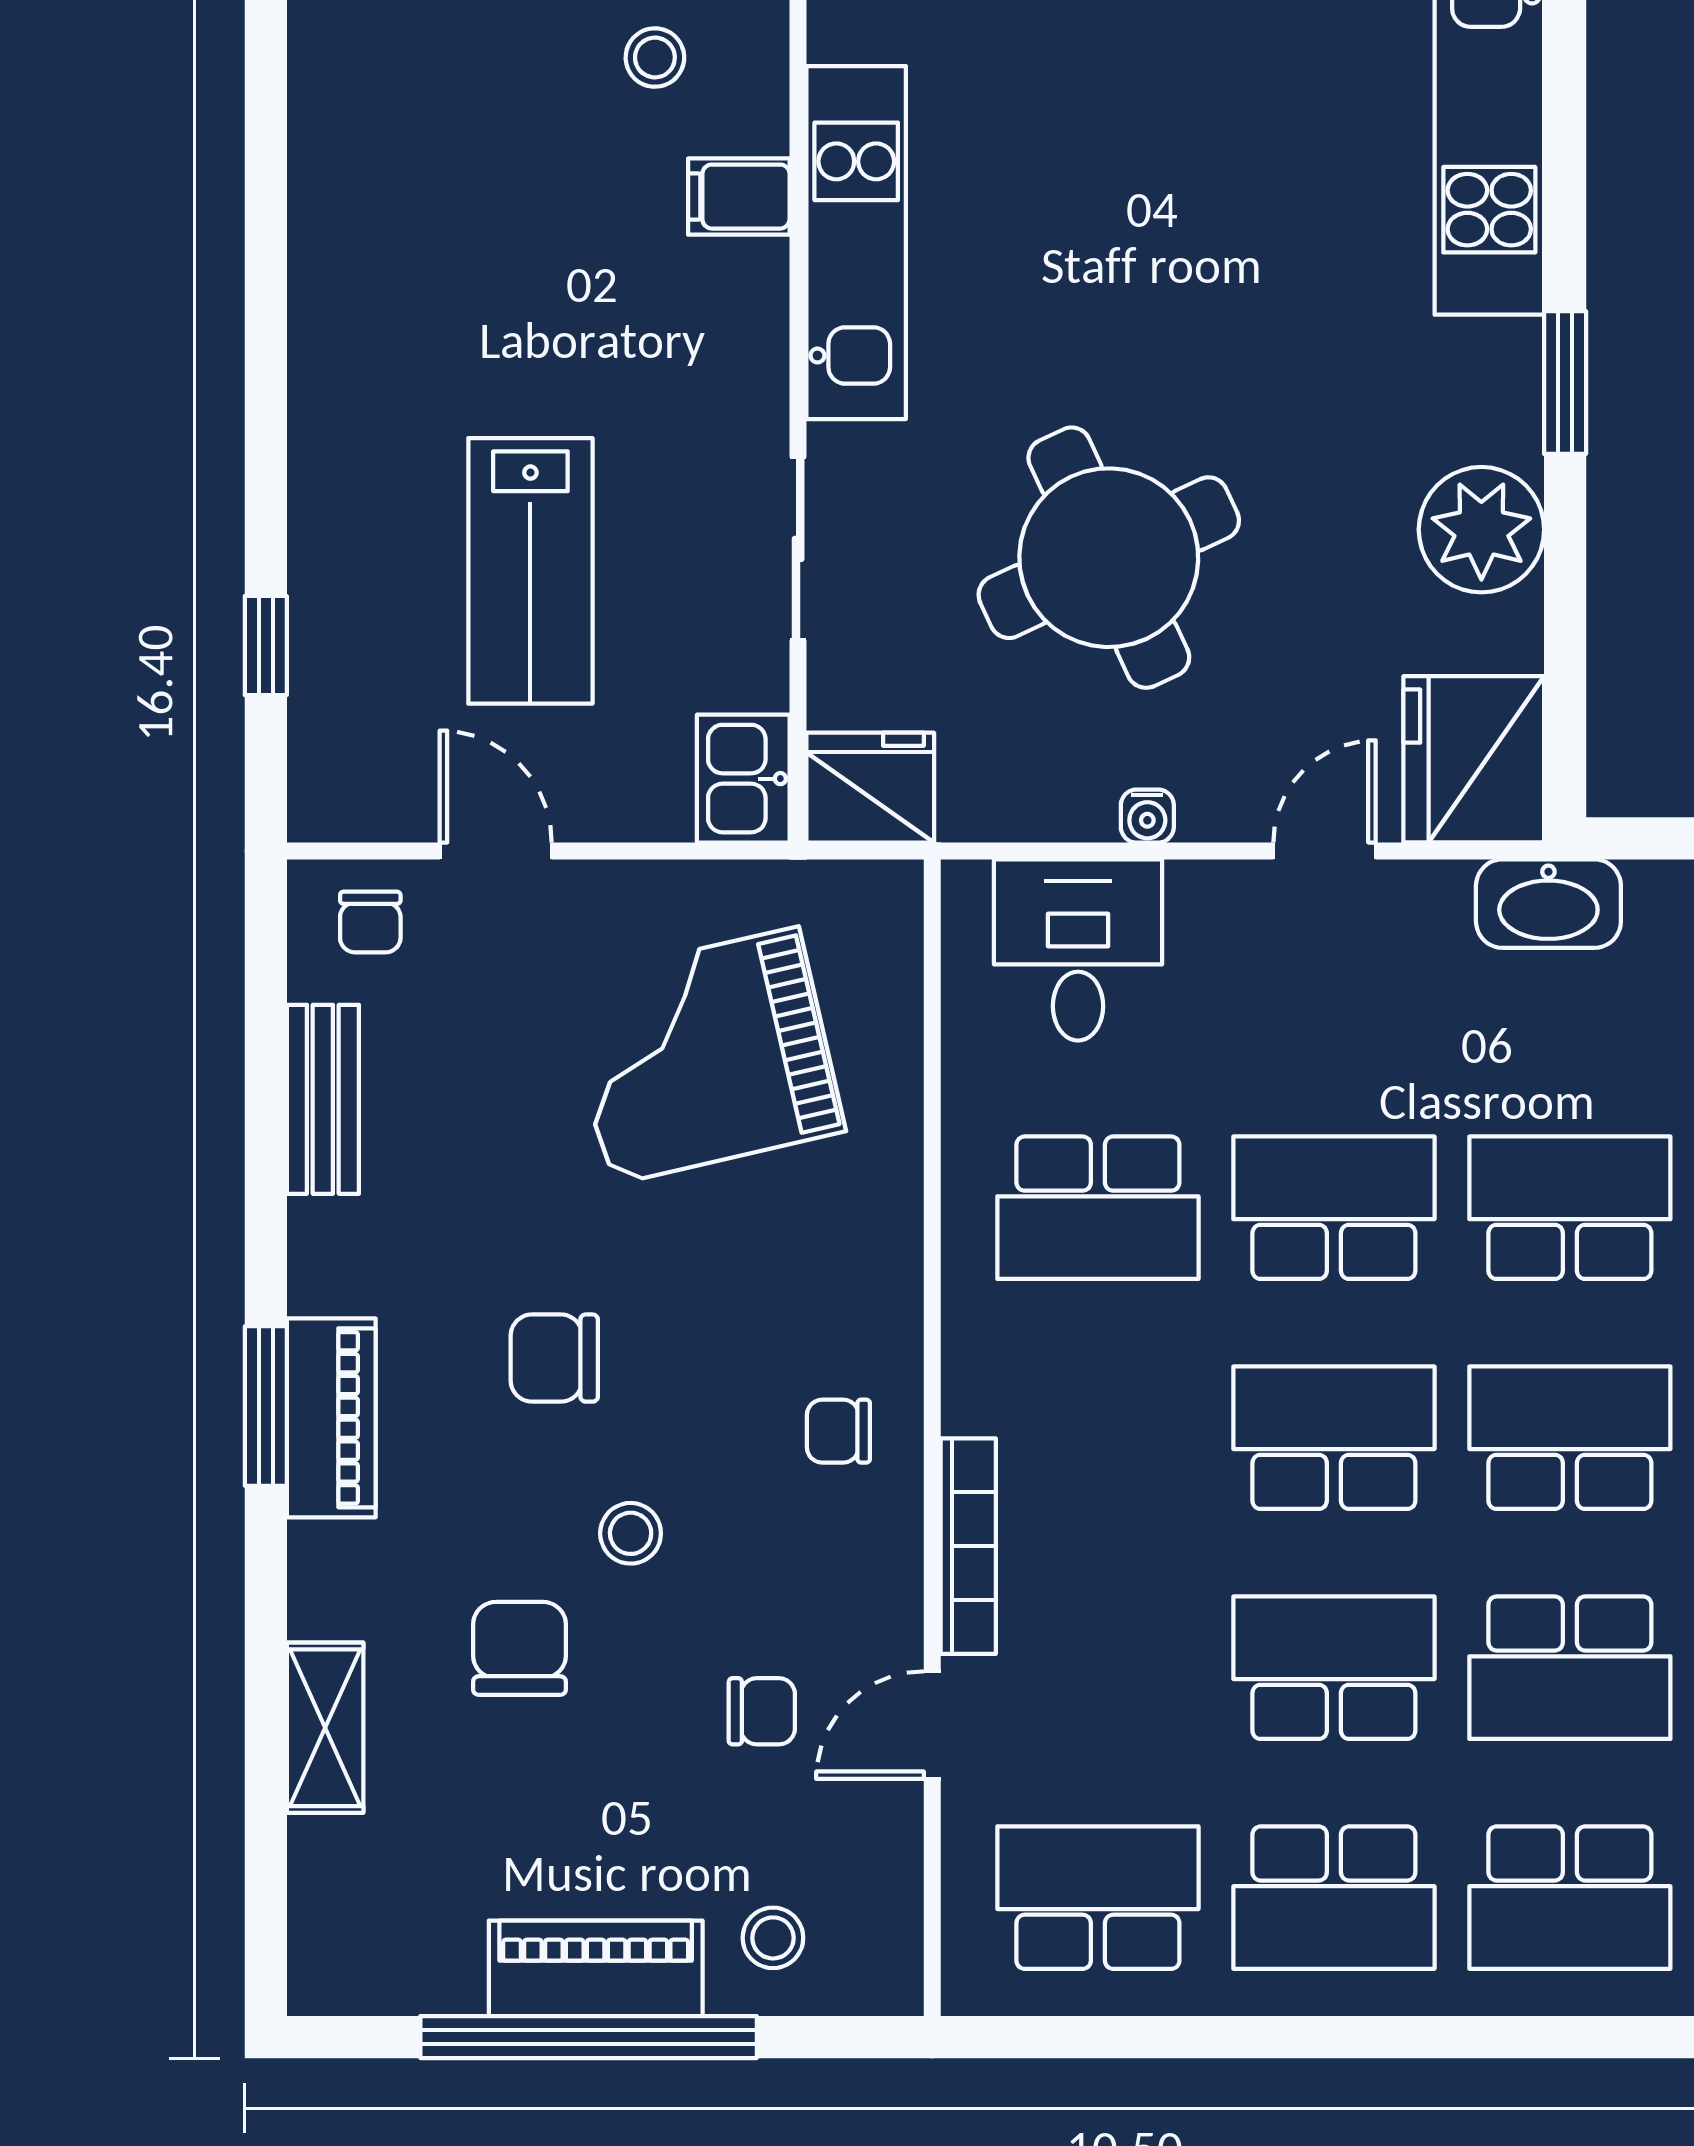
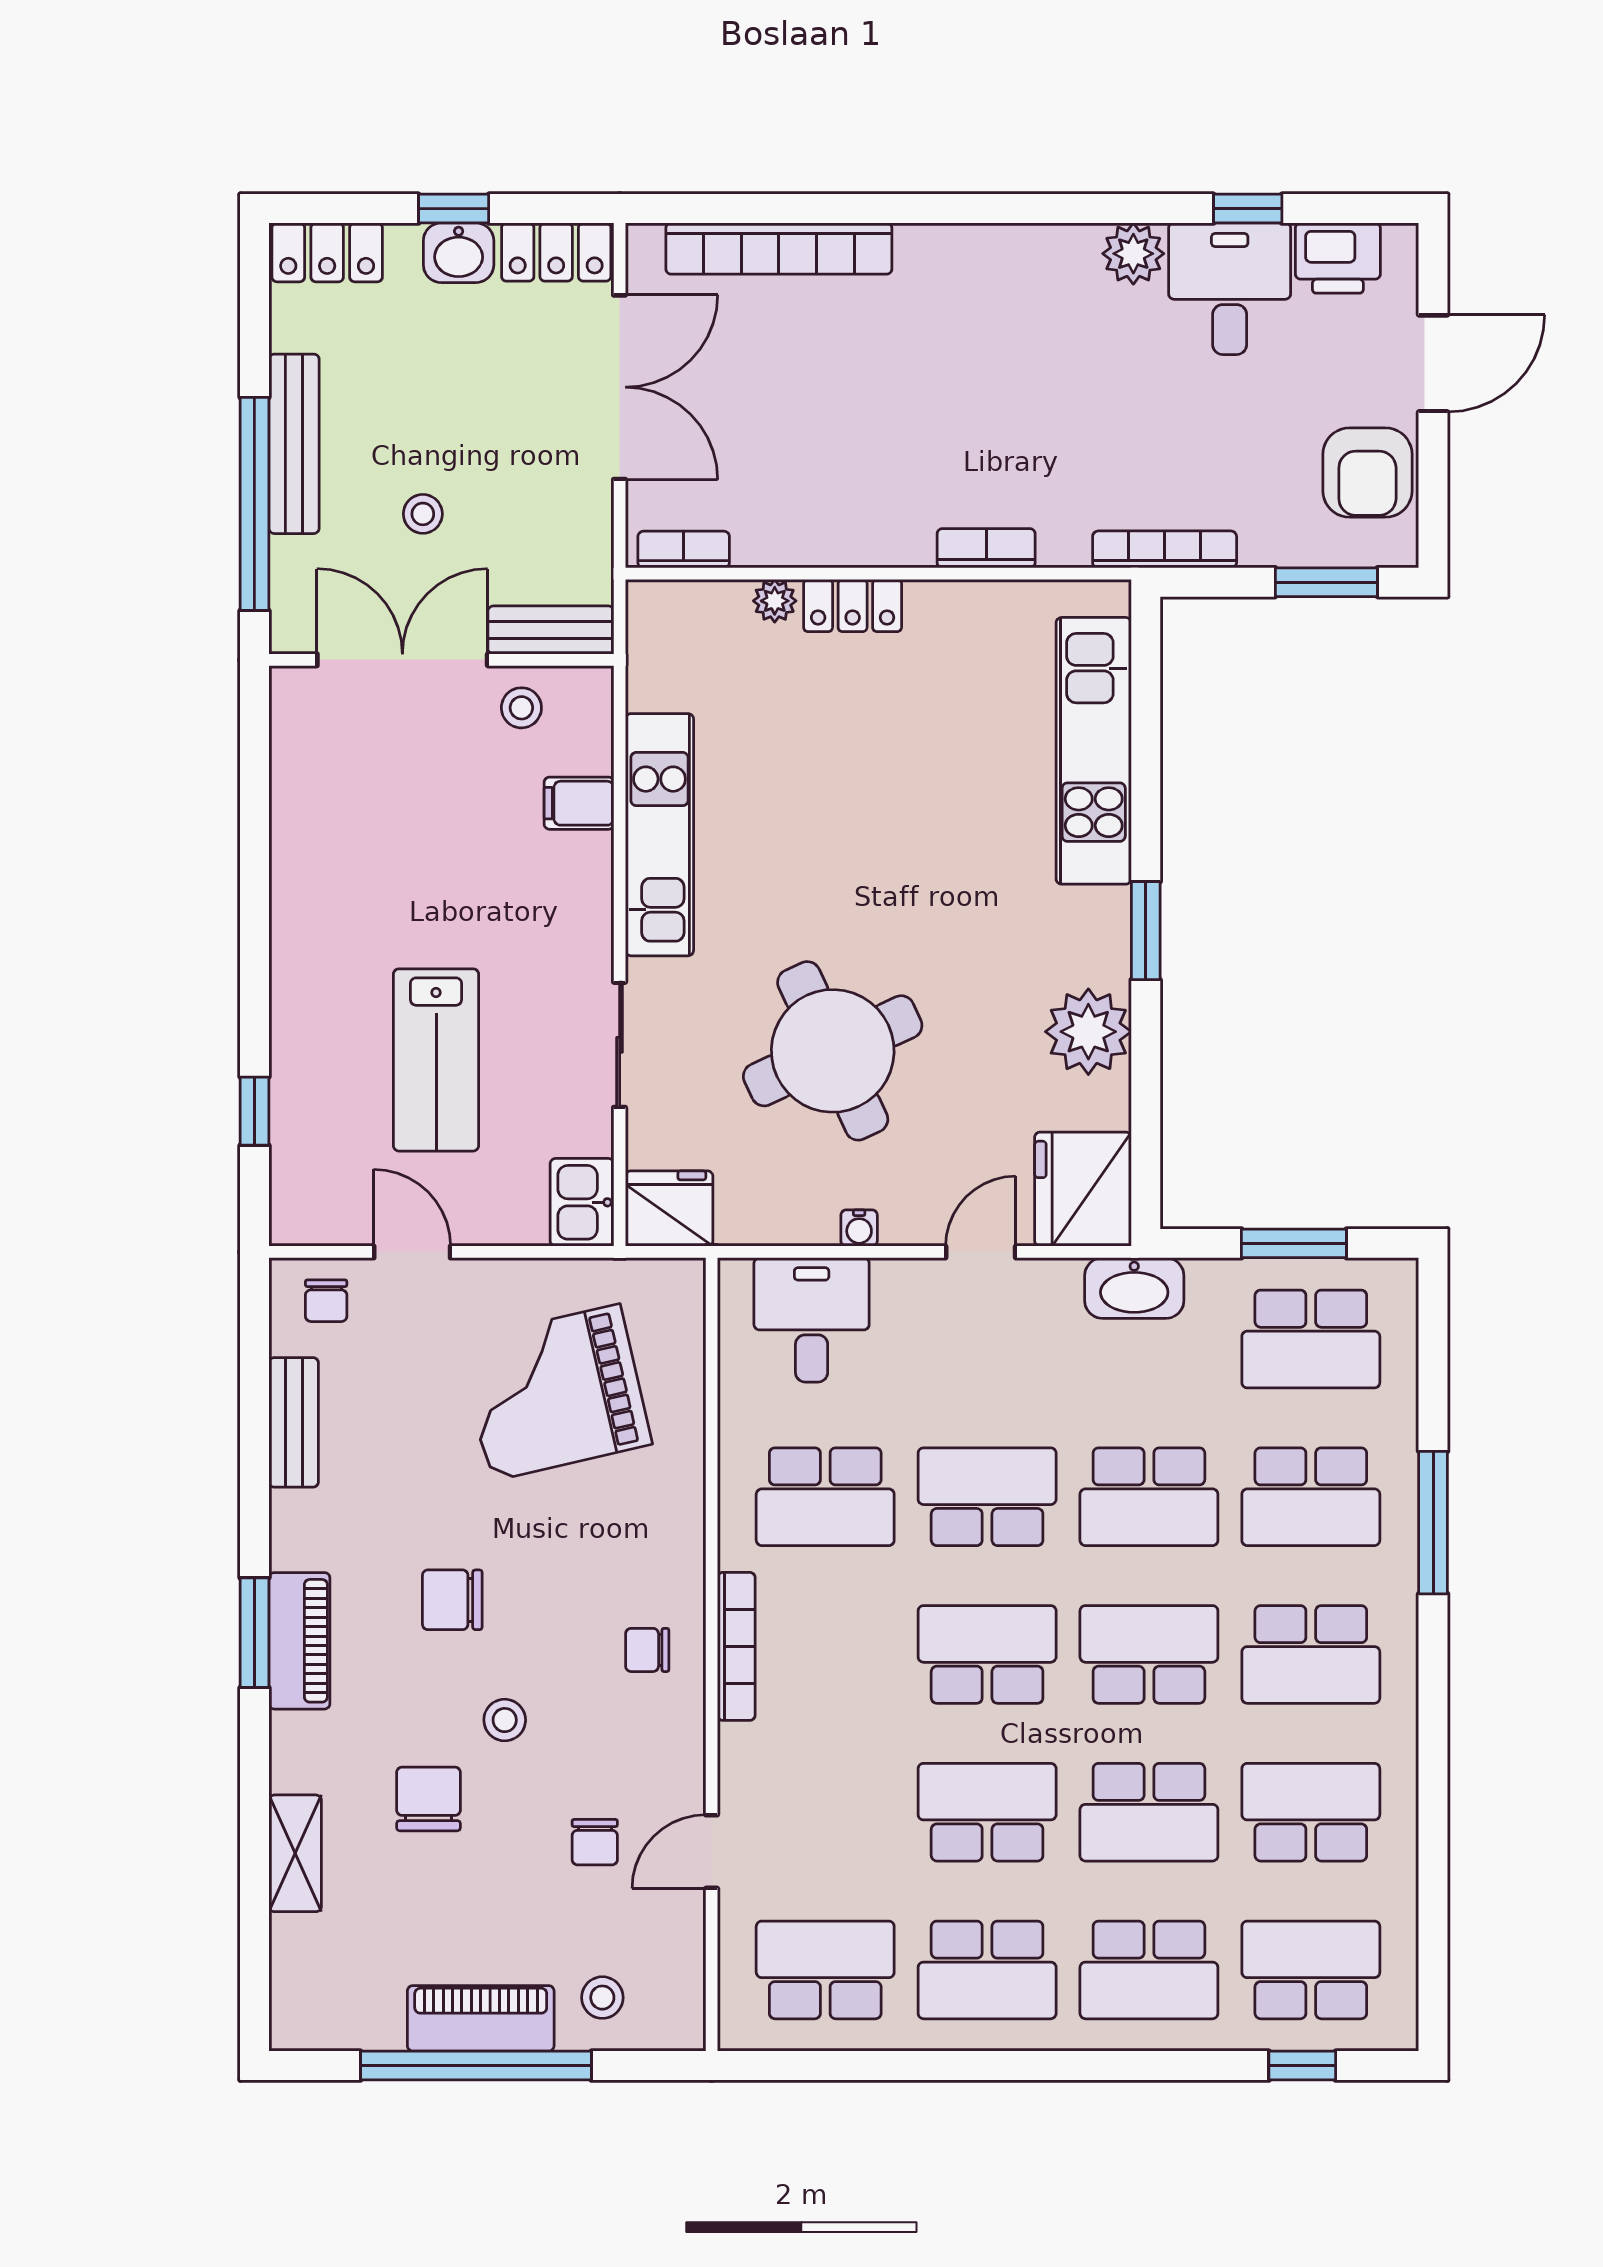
school desk: (1570, 1208) -> (1149, 1497), turned 180
bookcase: (968, 1546) -> (736, 1646), moved
chair: (762, 1711) -> (595, 1842), turned 90

